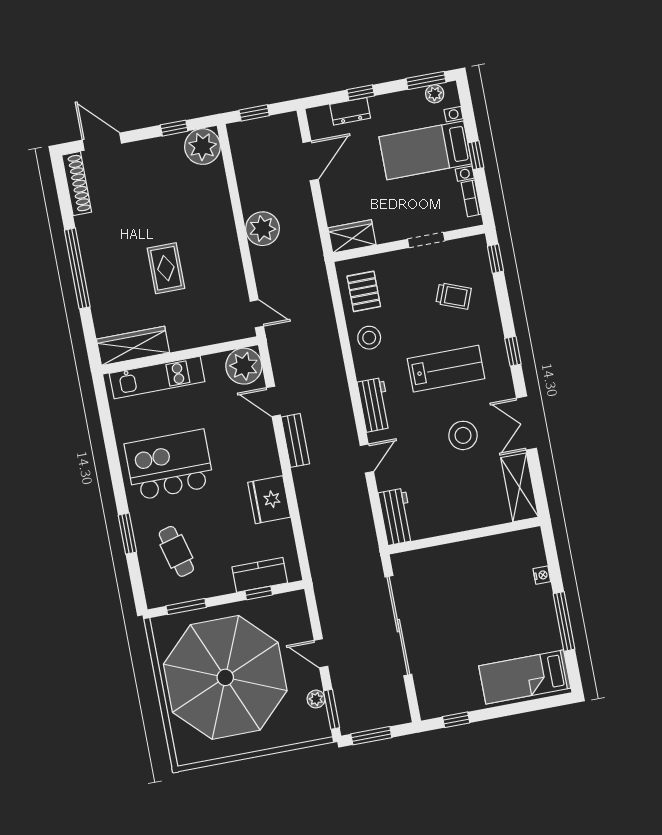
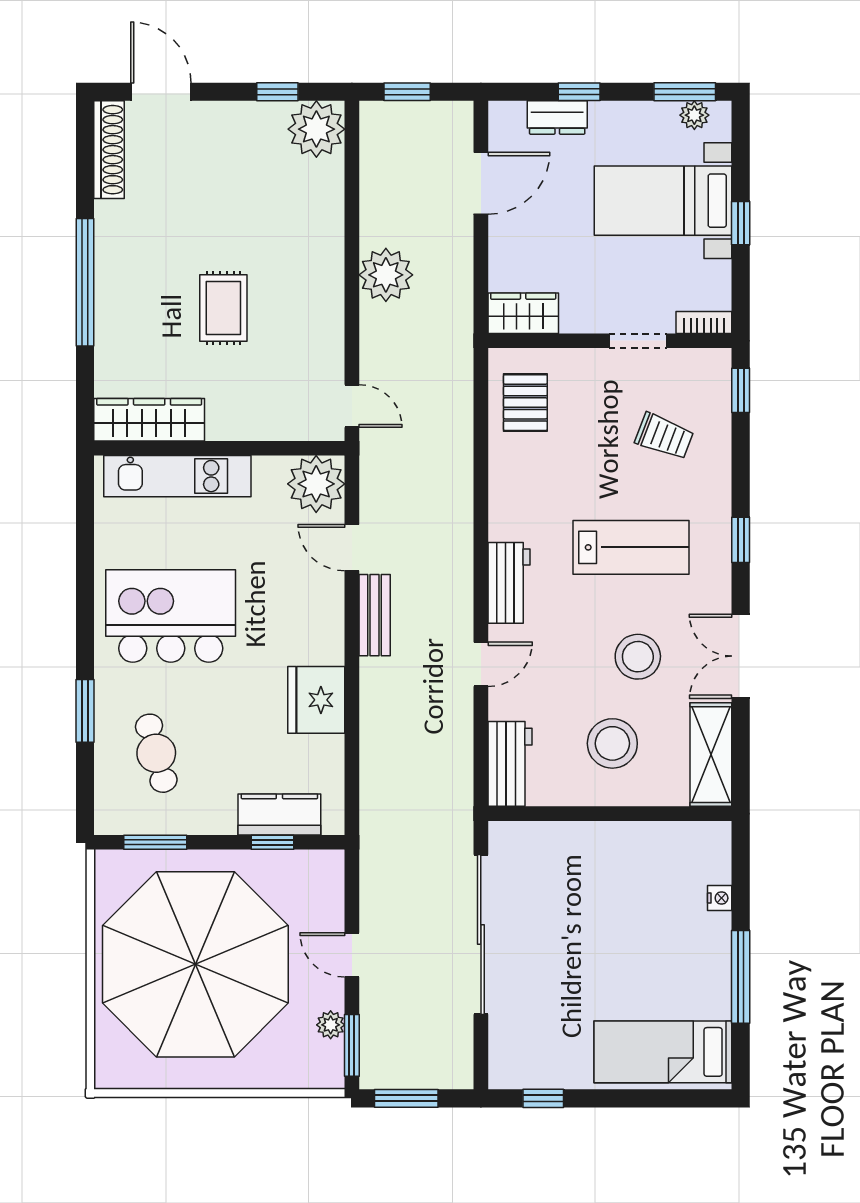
bookcase: (471, 198) -> (704, 322), moved, turned 90
stool: (369, 338) -> (612, 743), moved, width x1.38, depth x1.38

